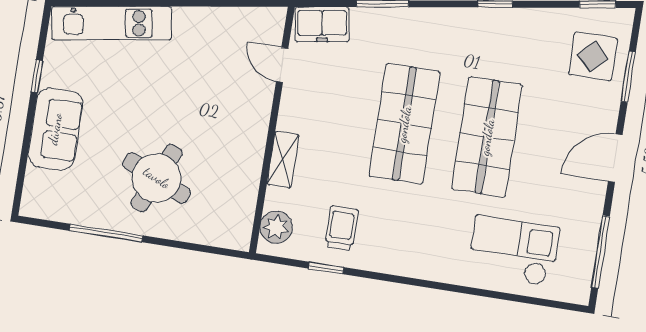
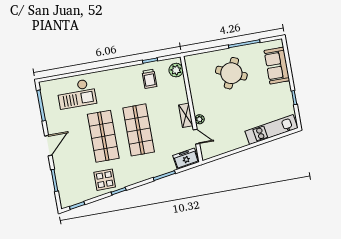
display table: (593, 56) -> (105, 180), moved
plant: (262, 101) -> (199, 119), added
sofa: (55, 129) -> (277, 66), moved
shelving: (283, 159) -> (186, 115), moved

